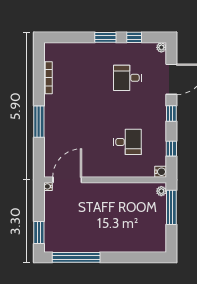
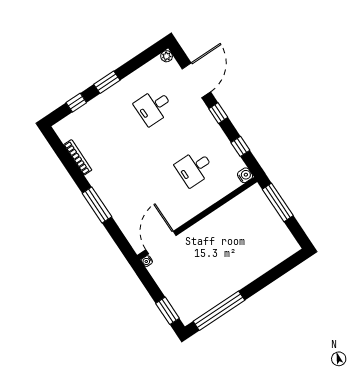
window: (134, 37) -> (76, 103), moved
desk: (127, 142) -> (194, 168), turned 180
plant: (161, 191) -> (258, 193), removed

